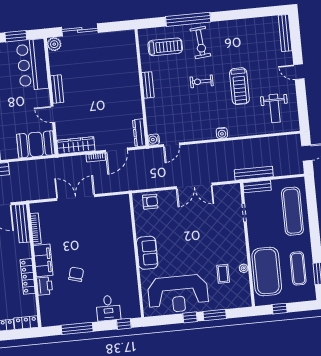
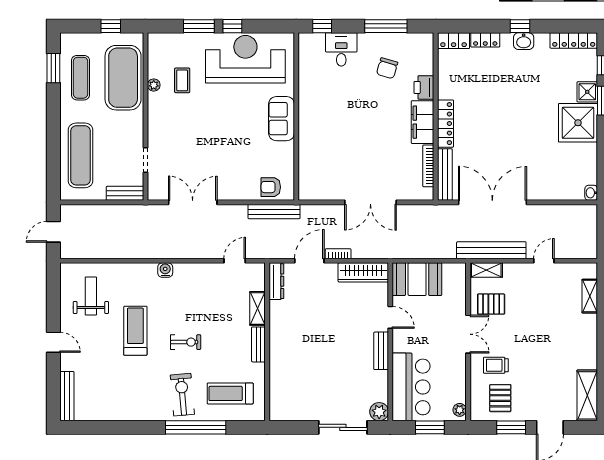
shelving: (151, 111) -> (258, 308), added
water cooler: (154, 140) -> (258, 270), removed
bench: (254, 173) -> (274, 212), moved
double door: (194, 186) -> (193, 202), moved
chair: (76, 274) -> (387, 68), moved
locker: (28, 276) -> (445, 124), moved

